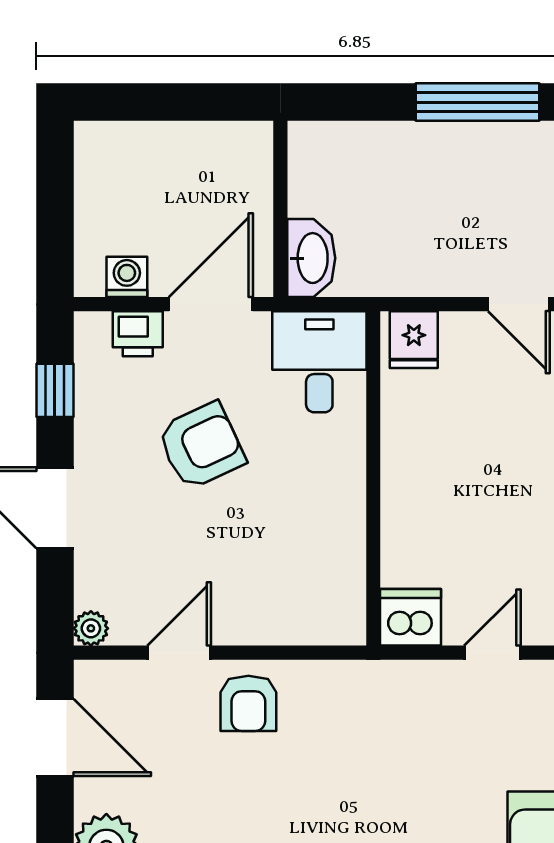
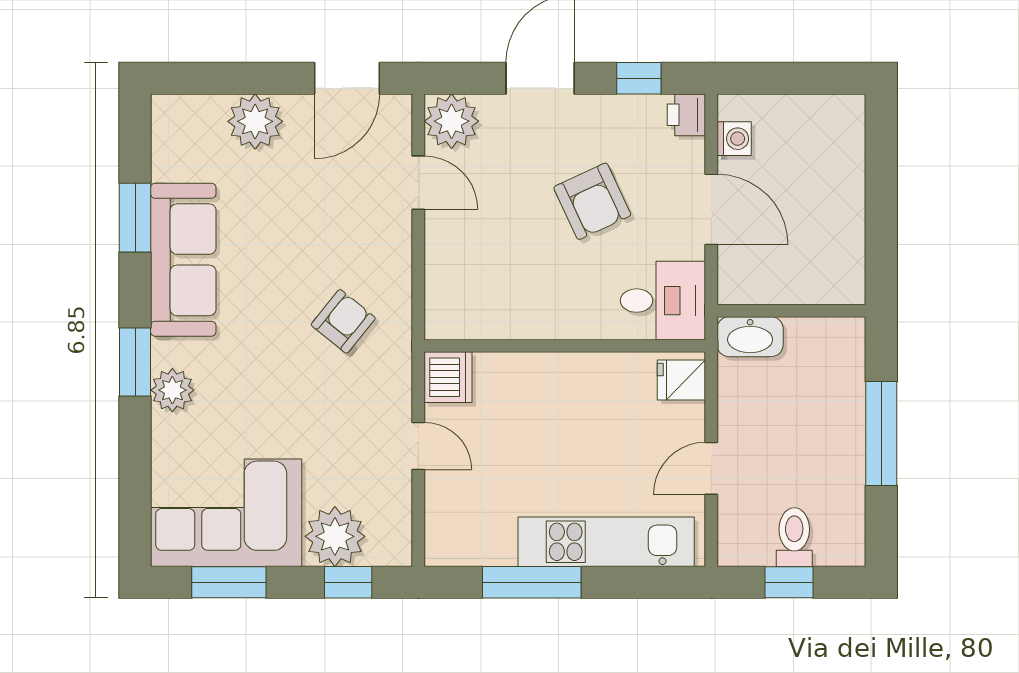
wall: (280, 209) -> (791, 311), moved
washbasin: (311, 258) -> (750, 337), moved
printer: (138, 334) -> (686, 115), moved
plant: (91, 628) -> (452, 121), width x1.87, depth x1.87
armchair: (248, 703) -> (343, 321), moved, turned 129

